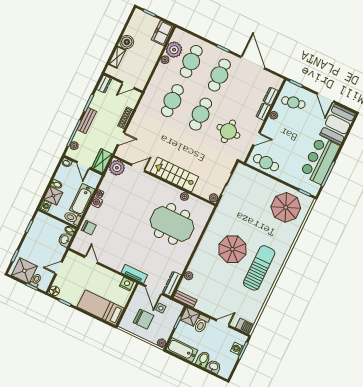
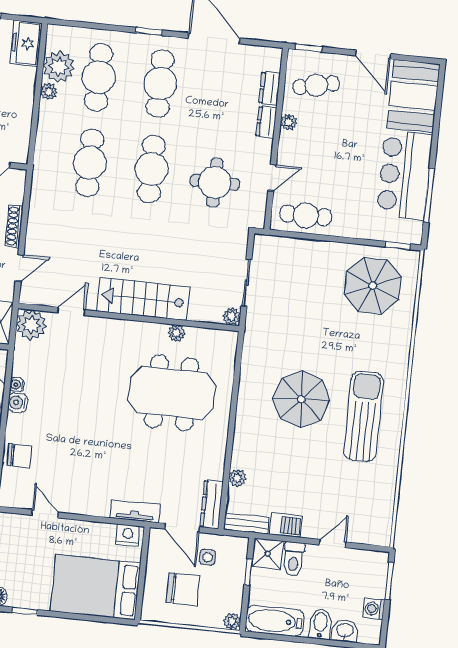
bed: (100, 308) -> (96, 587), width x1.50
barbecue: (245, 326) -> (286, 525), moved
washing machine: (237, 349) -> (374, 609), moved

